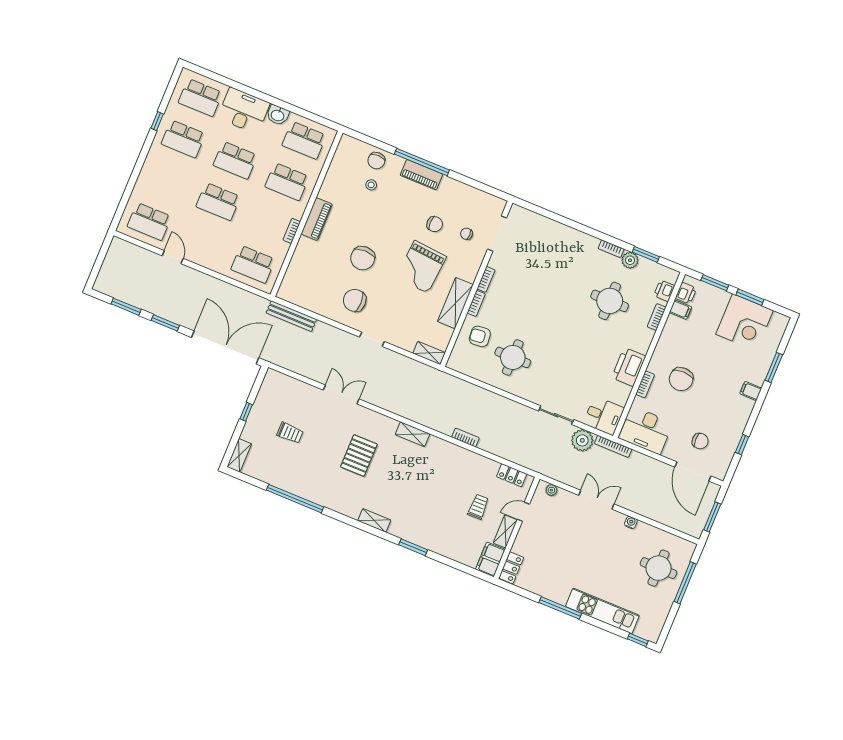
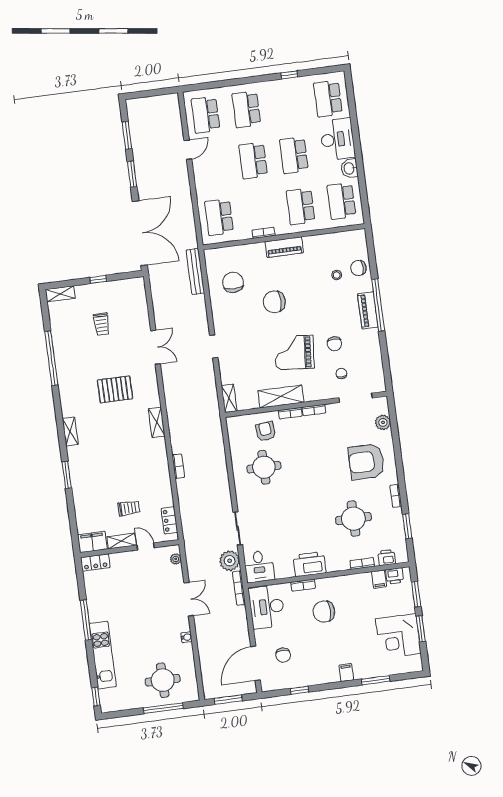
school desk: (183, 139) -> (246, 109), moved
armchair: (563, 258) -> (366, 462), added
plant: (630, 260) -> (383, 422), moved
chair: (355, 300) -> (233, 282), moved

